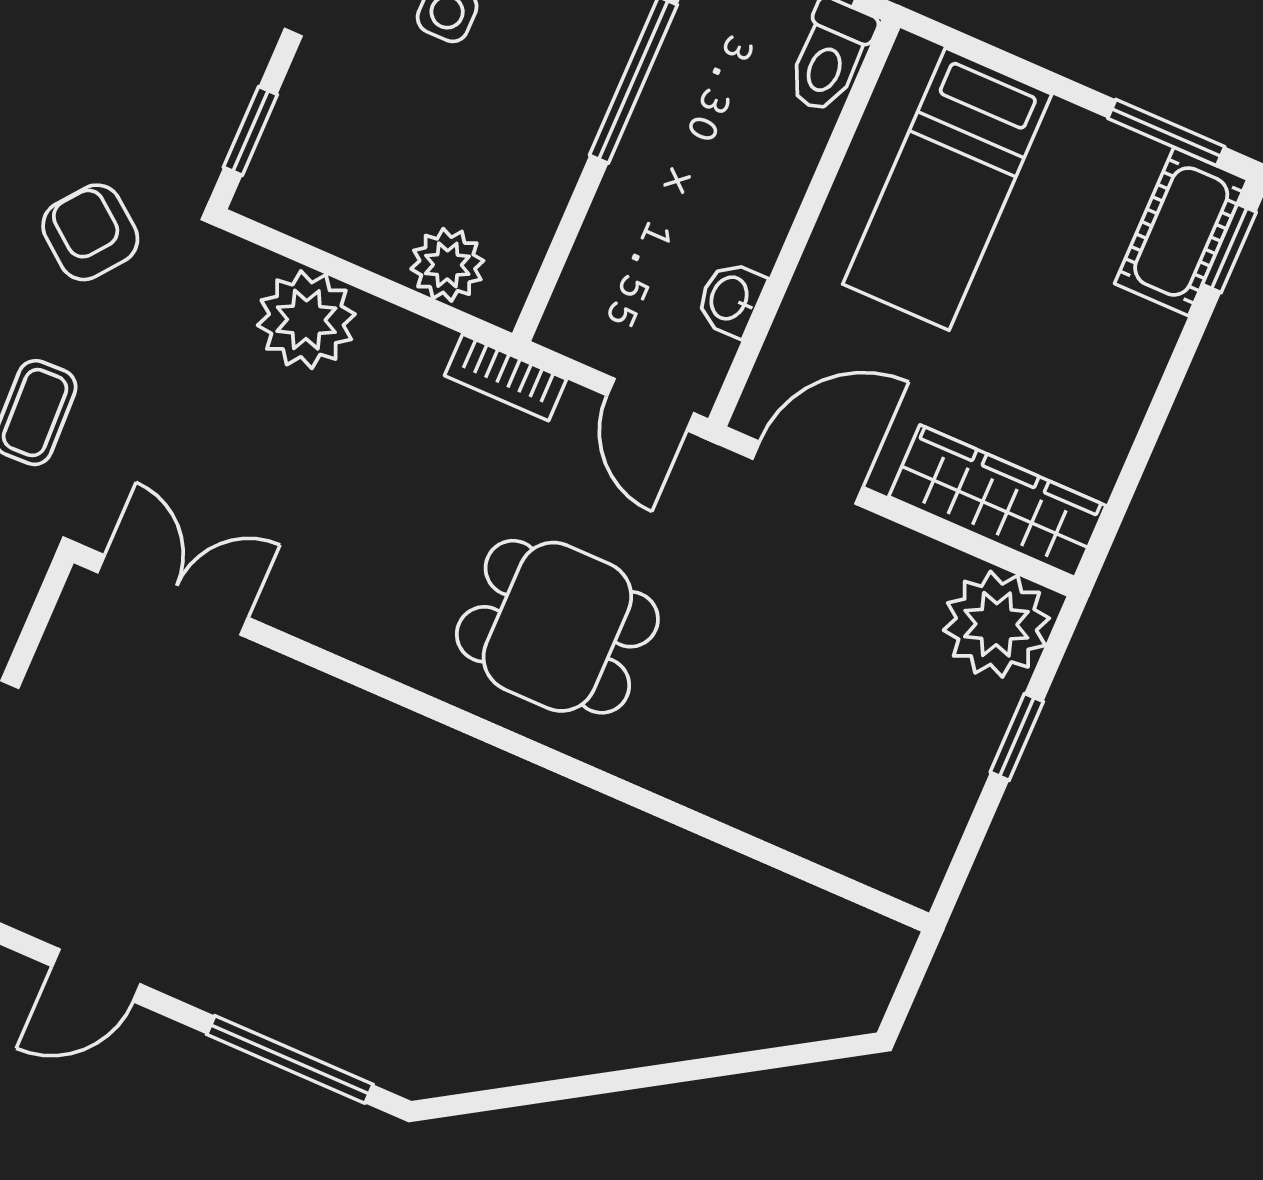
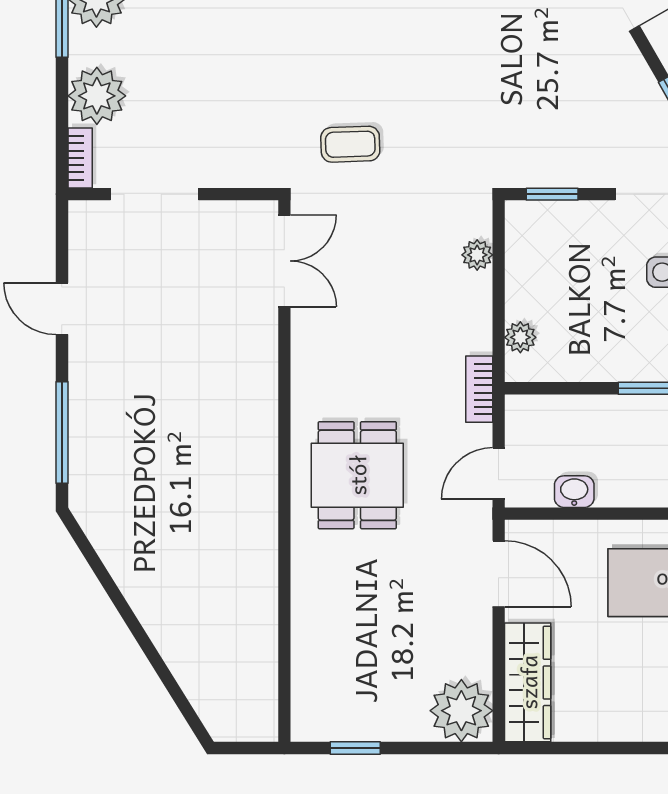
armchair: (90, 232) -> (460, 132), removed
plant: (447, 265) -> (520, 337), width x0.73, depth x0.73
plant: (306, 320) -> (477, 255), width x0.53, depth x0.53
window: (1017, 737) -> (355, 748), moved

